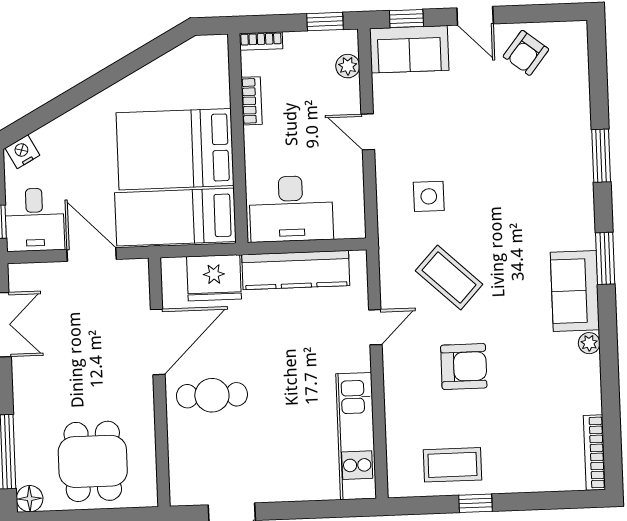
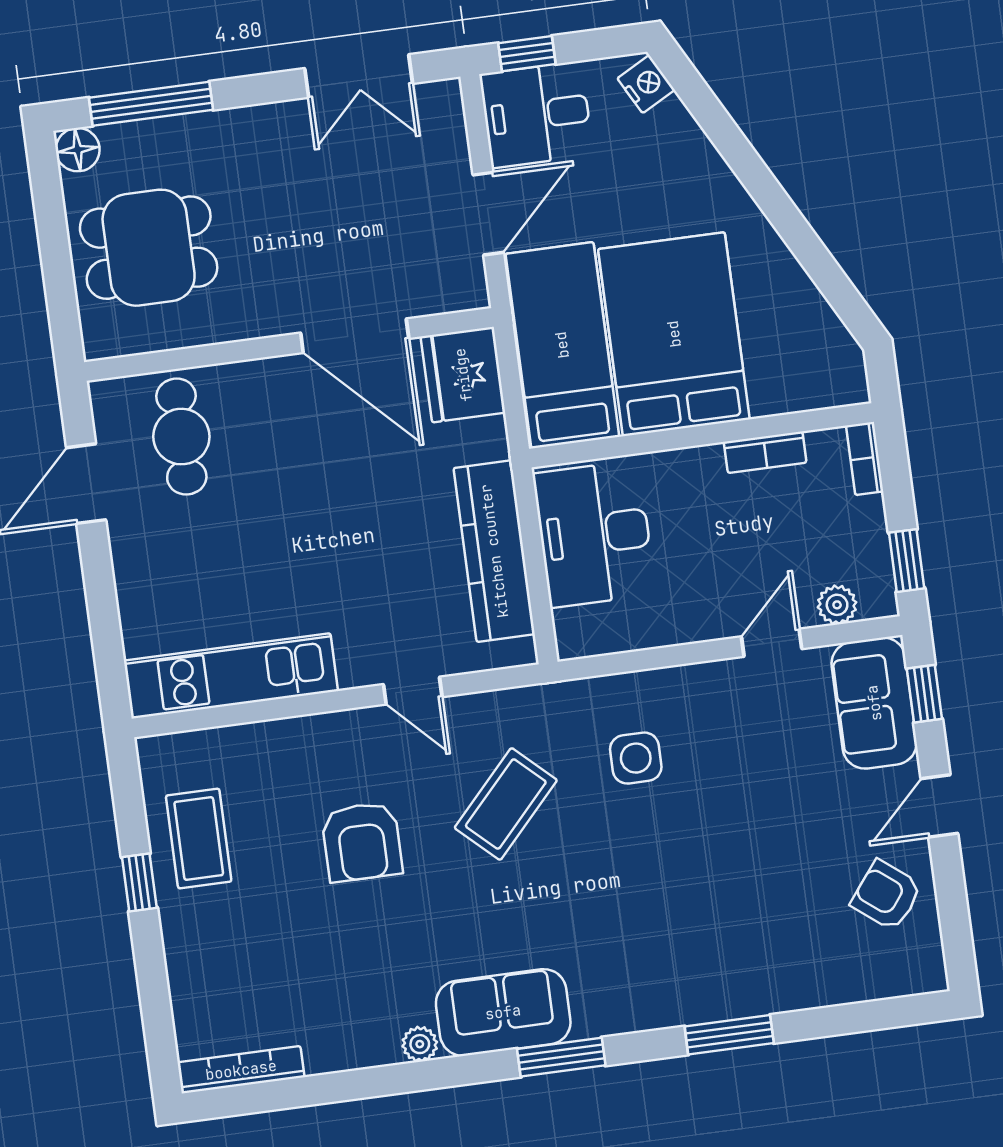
door: (368, 132) -> (772, 643), moved
fridge: (214, 278) -> (463, 375), moved
cafe table: (212, 395) -> (181, 437), moved

